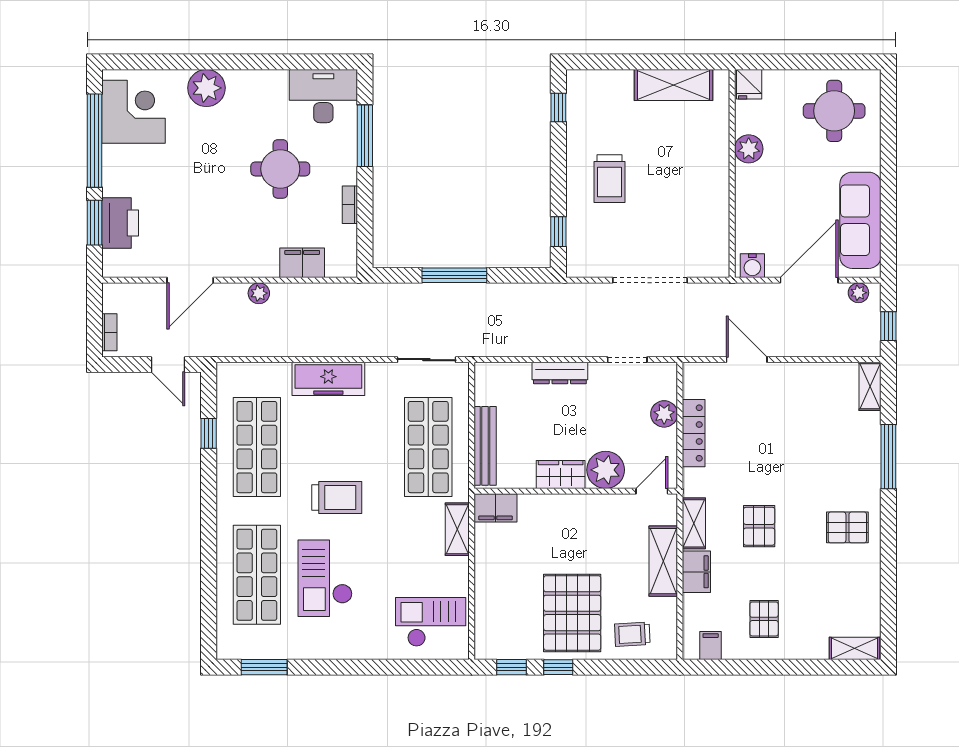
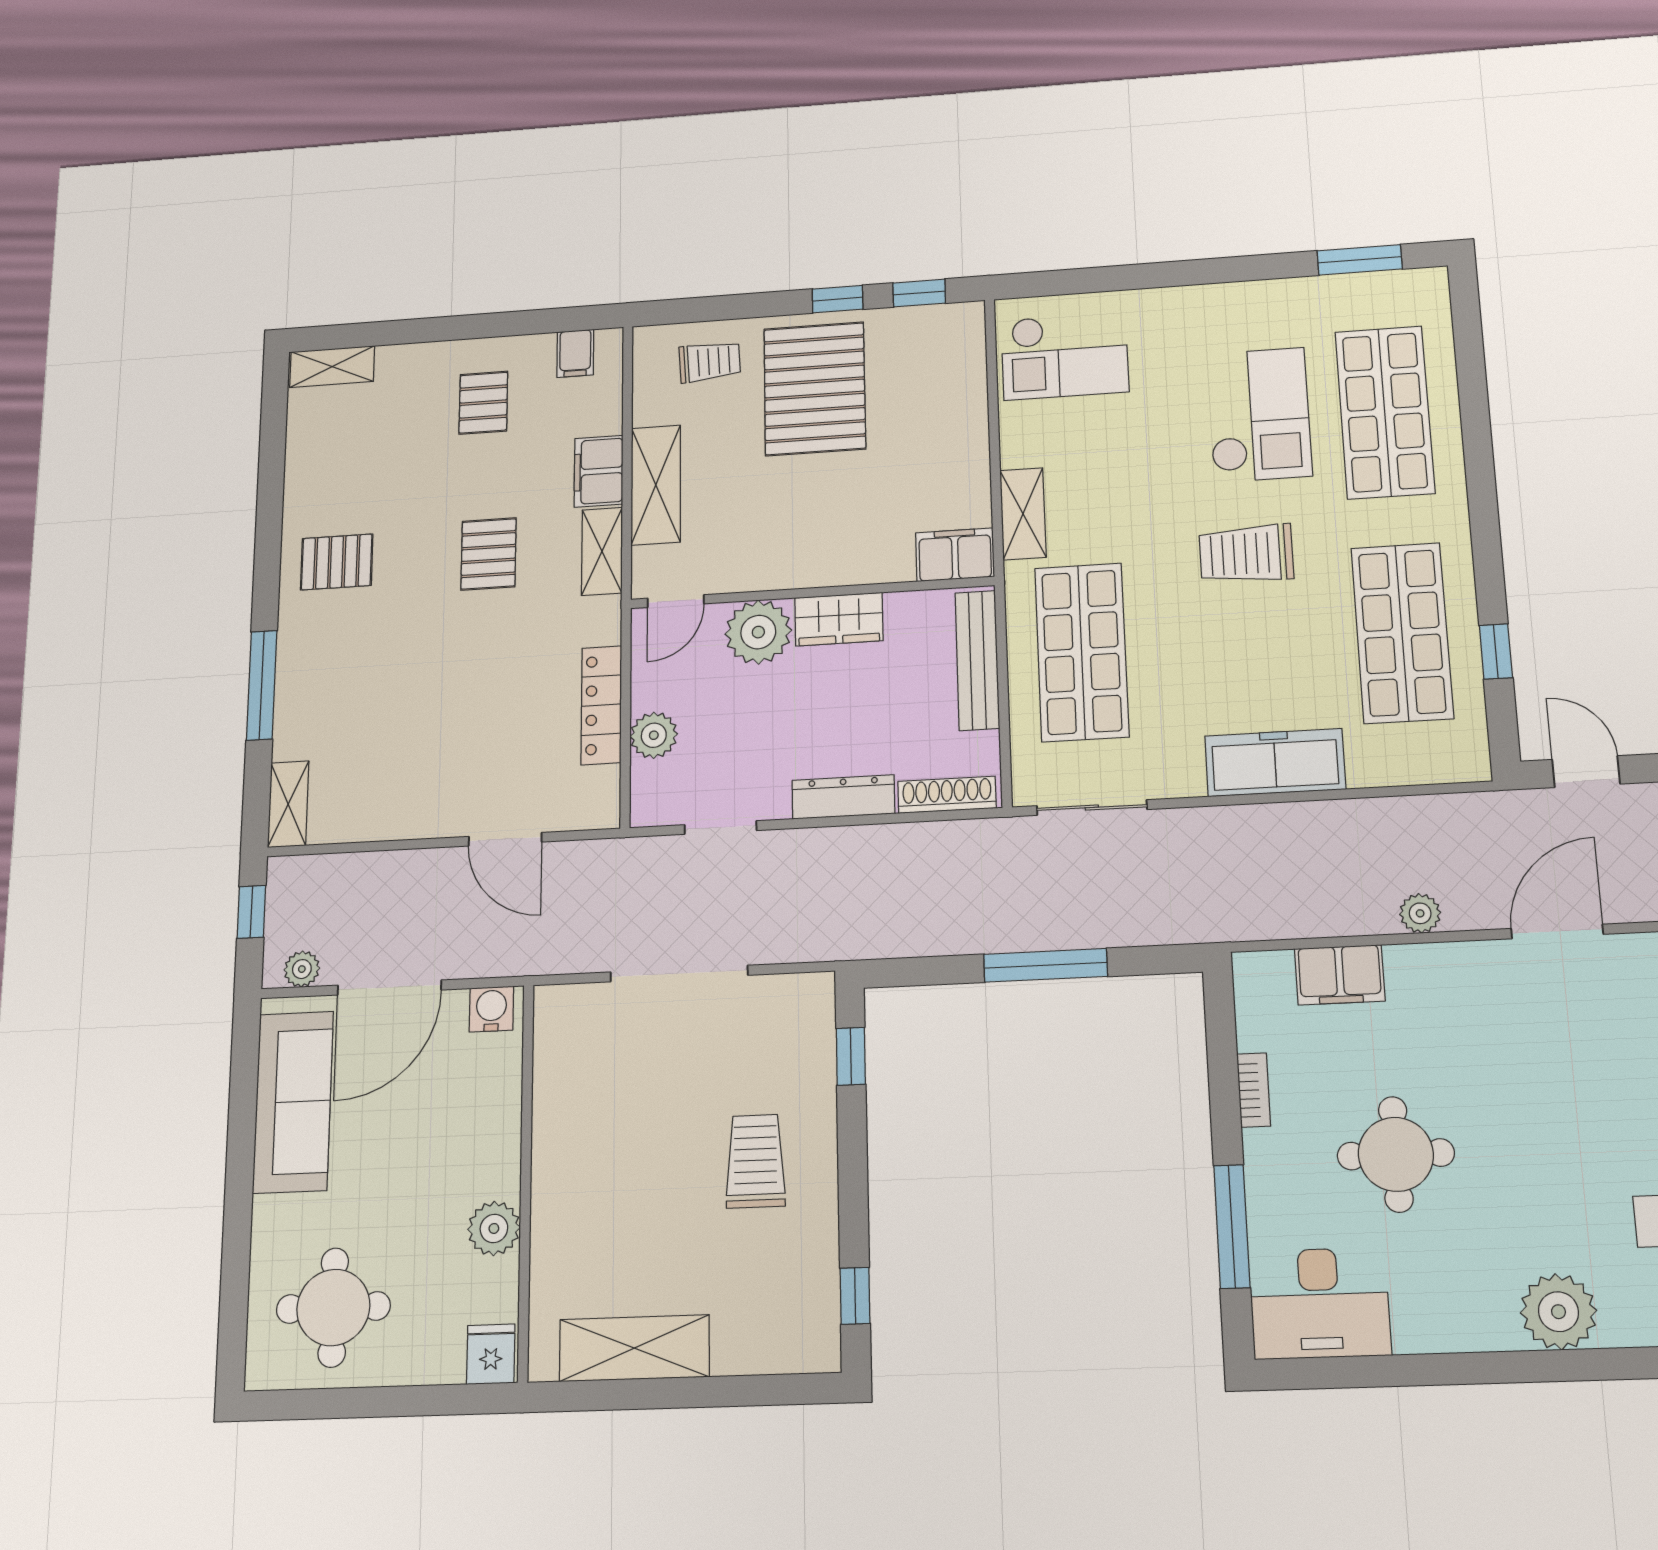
shoe rack: (504, 371) -> (947, 795), added

